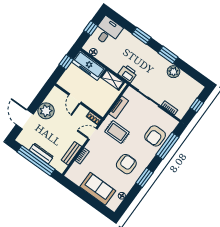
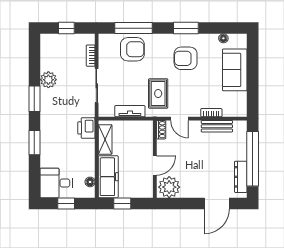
plant: (46, 111) -> (169, 187), moved
dresser: (41, 153) -> (241, 177), moved

